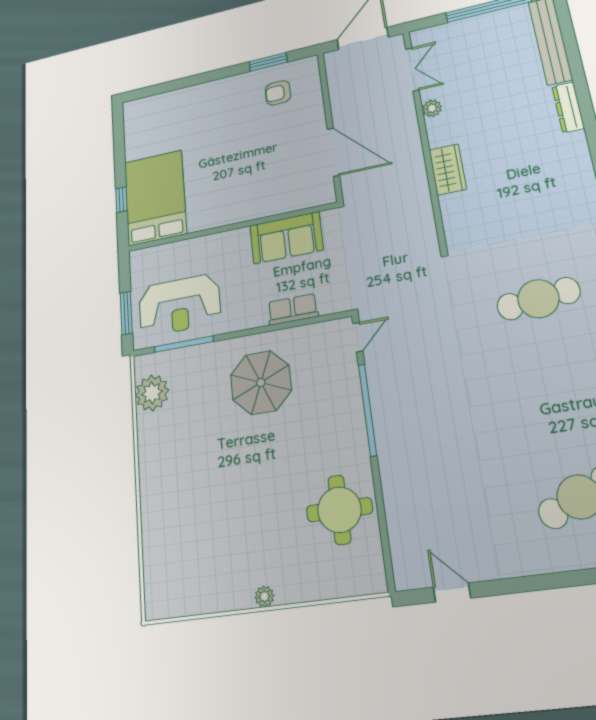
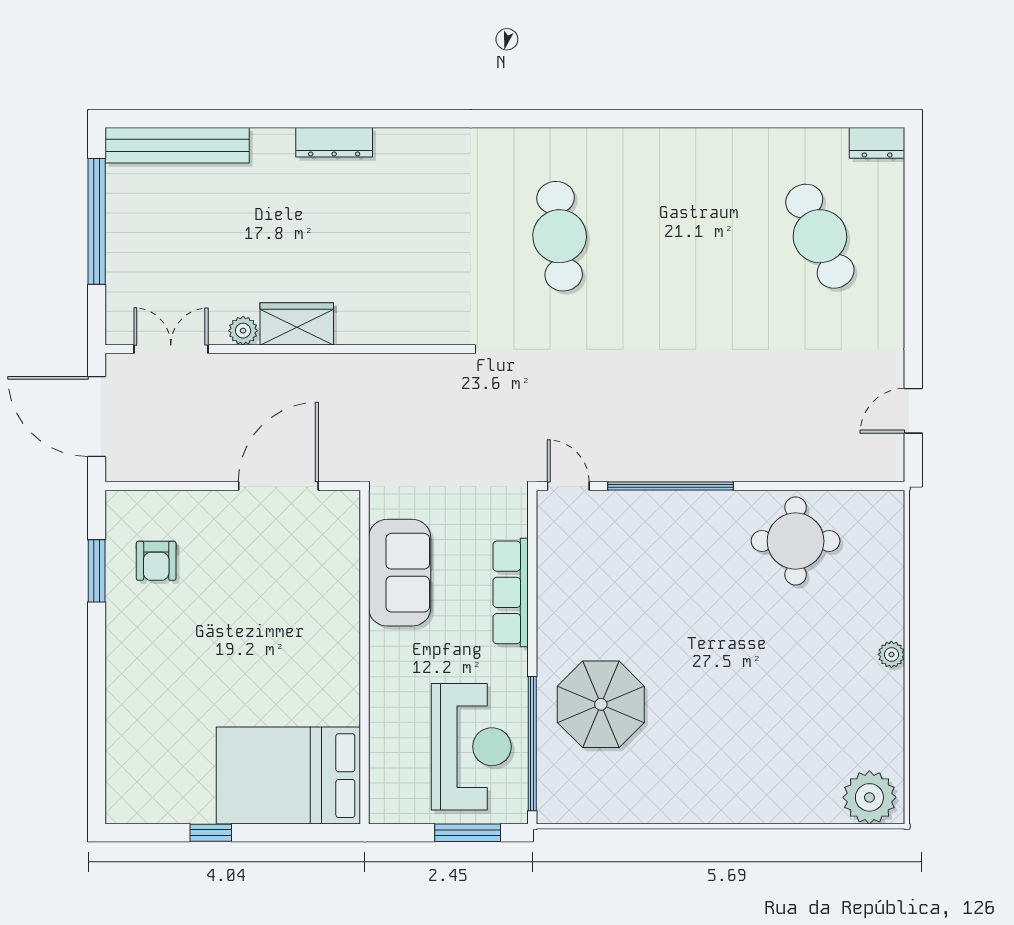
dresser: (568, 107) -> (334, 142), moved
wardrobe: (448, 170) -> (297, 324), moved
window: (121, 200) -> (211, 833), moved
row of seats: (293, 309) -> (511, 592), width x1.48
window: (184, 344) -> (532, 744), width x1.46
parasol: (261, 383) -> (601, 704), moved
plant: (152, 393) -> (869, 797), moved

